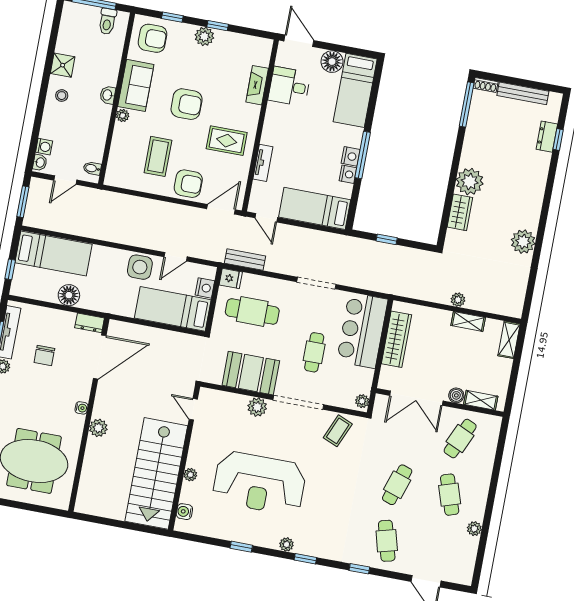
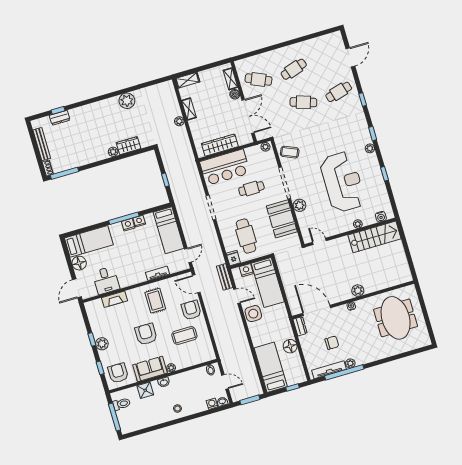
shower: (63, 65) -> (145, 390), moved
plant: (470, 182) -> (113, 152), width x0.53, depth x0.53
bench: (245, 260) -> (225, 277), moved
door: (193, 409) -> (319, 241), swing flipped
stairs: (156, 473) -> (375, 237), width x0.73, depth x0.66
plant: (474, 529) -> (306, 45), removed

